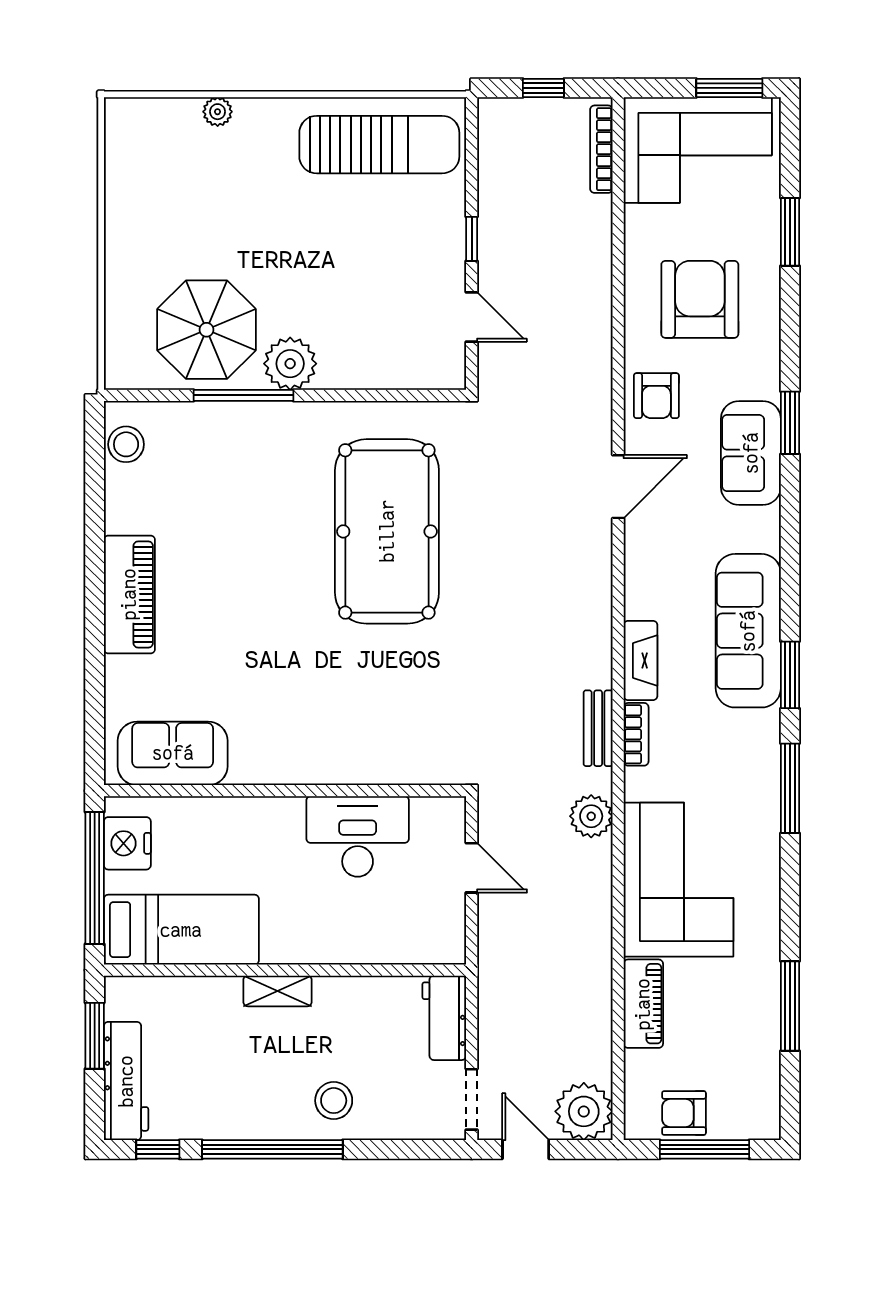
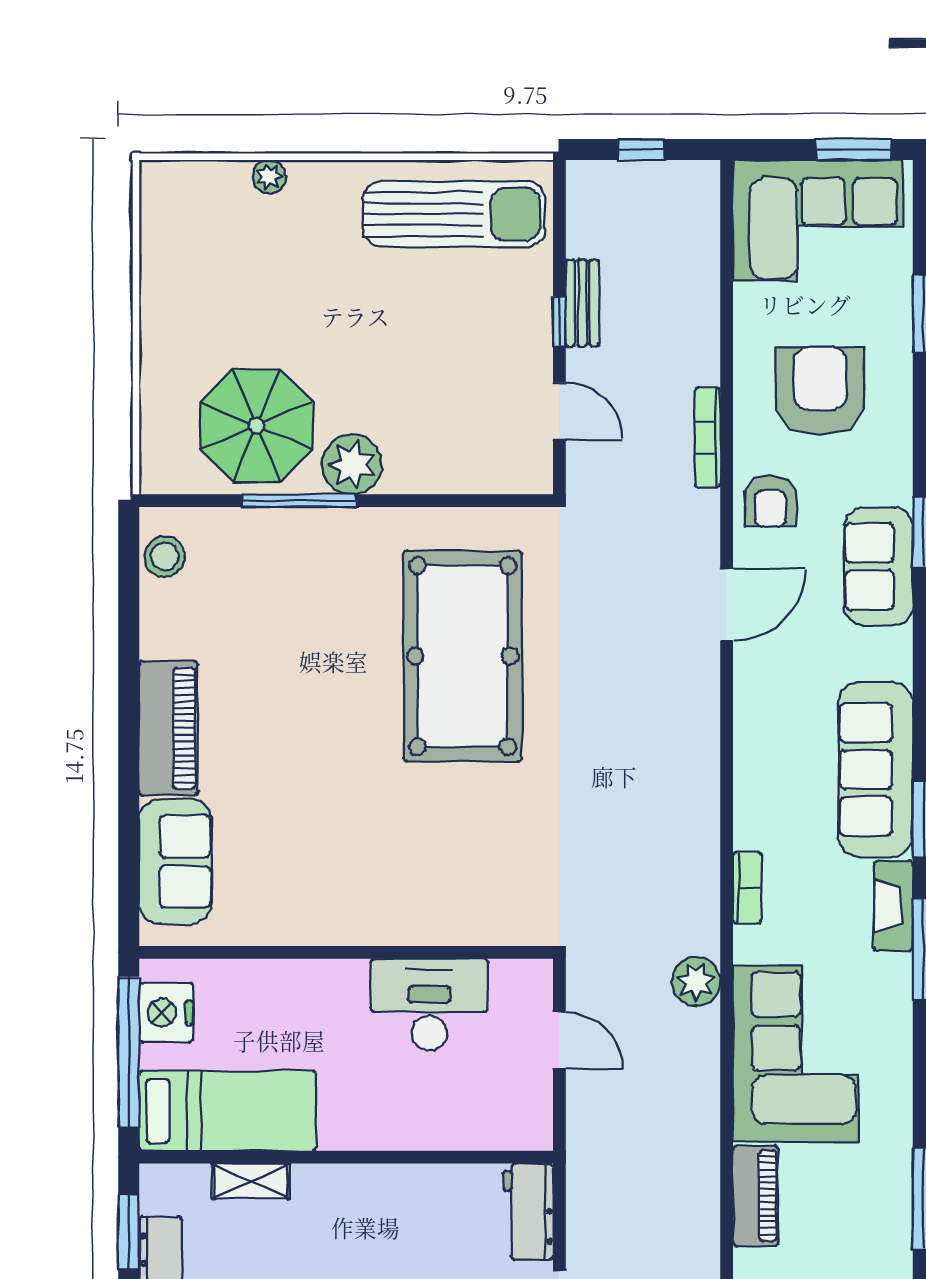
bookcase: (601, 149) -> (708, 438), moved
fireplace: (640, 660) -> (893, 906), moved, turned 180
bench: (598, 728) -> (582, 303), moved
sofa: (173, 753) -> (175, 862), moved, turned 90
shelving: (278, 991) -> (251, 1181), moved

